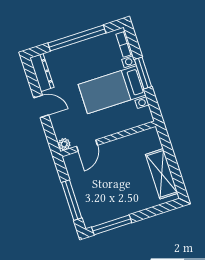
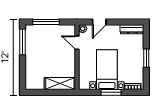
window: (77, 38) -> (146, 58), width x0.47
door: (41, 106) -> (99, 22), moved
shelving: (162, 174) -> (60, 84), moved

